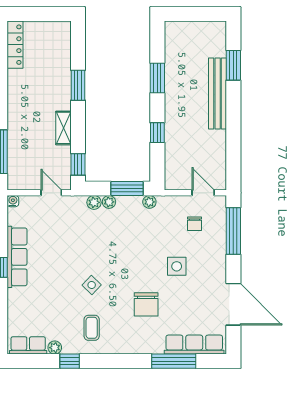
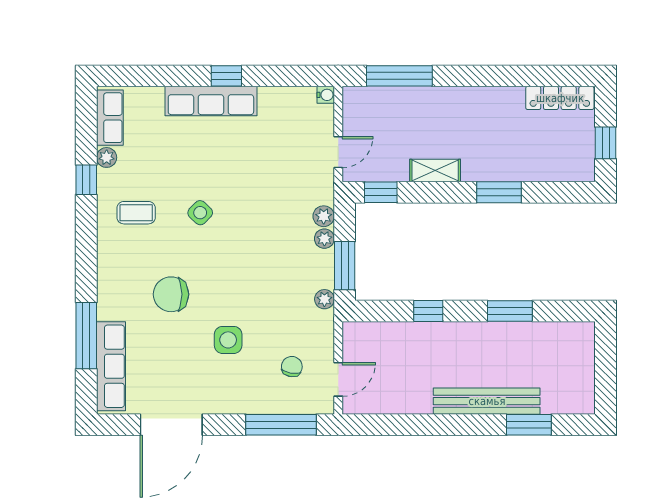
window: (45, 14) -> (606, 143), added
chair: (194, 224) -> (292, 367), turned 100
row of seats: (17, 257) -> (211, 101), moved

